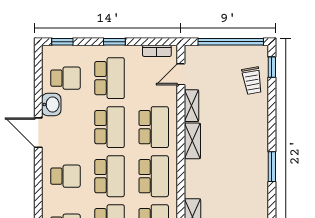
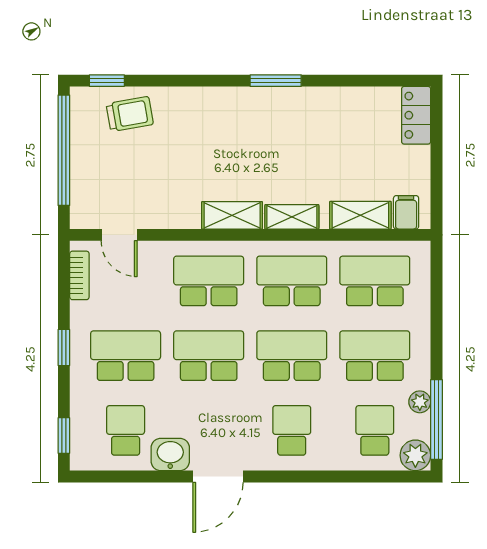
shelving: (191, 106) -> (292, 217), moved

